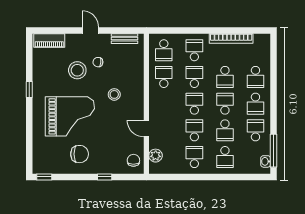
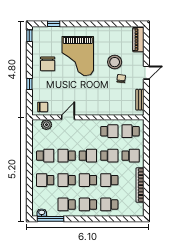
window: (29, 89) -> (54, 24), moved
stool: (114, 94) -> (95, 92), removed
school desk: (225, 104) -> (88, 180), turned 180
school desk: (194, 130) -> (67, 156), turned 180
school desk: (255, 130) -> (67, 204), turned 180

